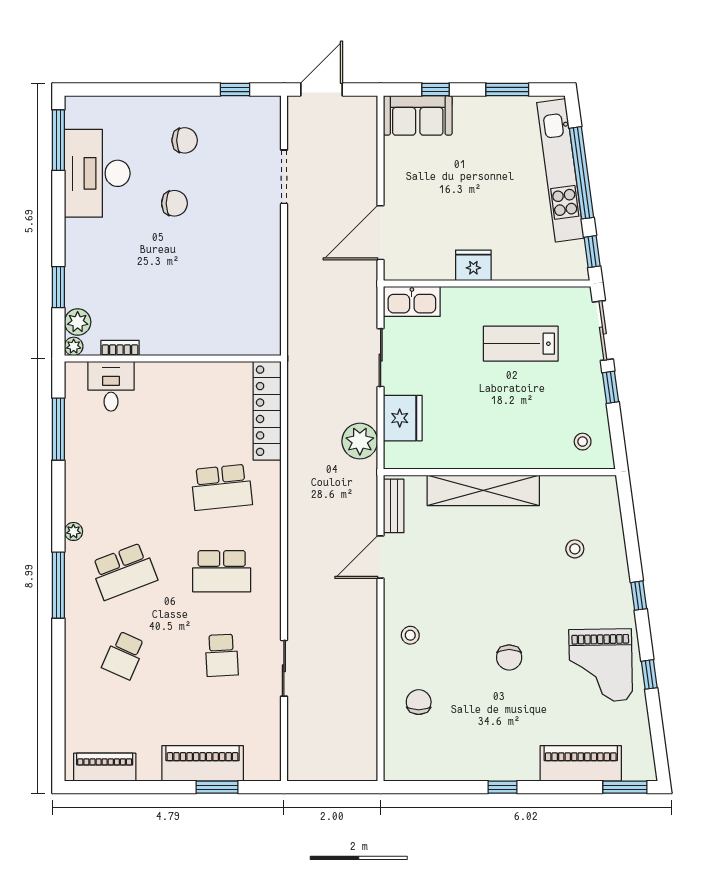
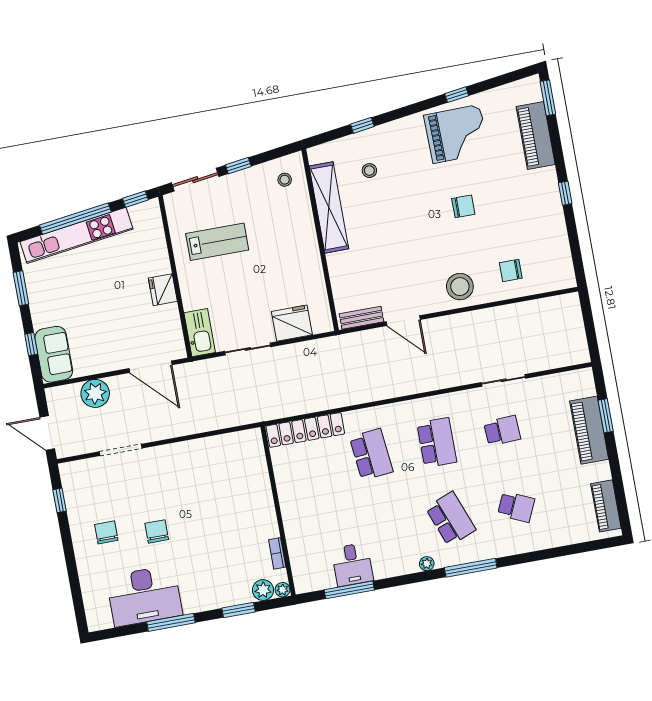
window: (58, 140) -> (171, 622), moved
lab bench: (521, 344) -> (217, 242), turned -90
desk: (111, 386) -> (352, 564), moved, turned -90
plant: (360, 441) -> (95, 393), moved
shelving: (483, 490) -> (329, 207), moved
window: (639, 596) -> (362, 125), moved
stool: (410, 635) -> (460, 287), width x1.89, depth x1.89

